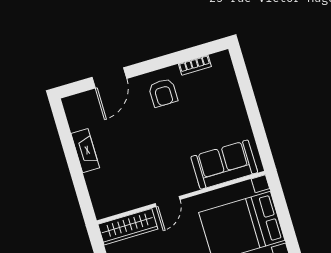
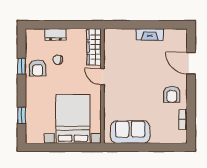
armchair: (163, 93) -> (172, 94), turned -90
sofa: (224, 165) -> (130, 132), moved, turned -90

